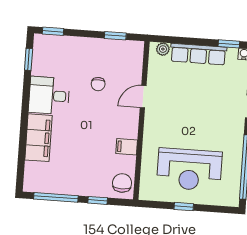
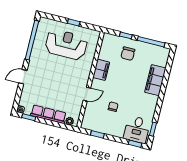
desk: (49, 96) -> (137, 129), moved, turned 90
filing cabinet: (127, 147) -> (101, 70), width x2.00
chair: (122, 183) -> (128, 54), moved

